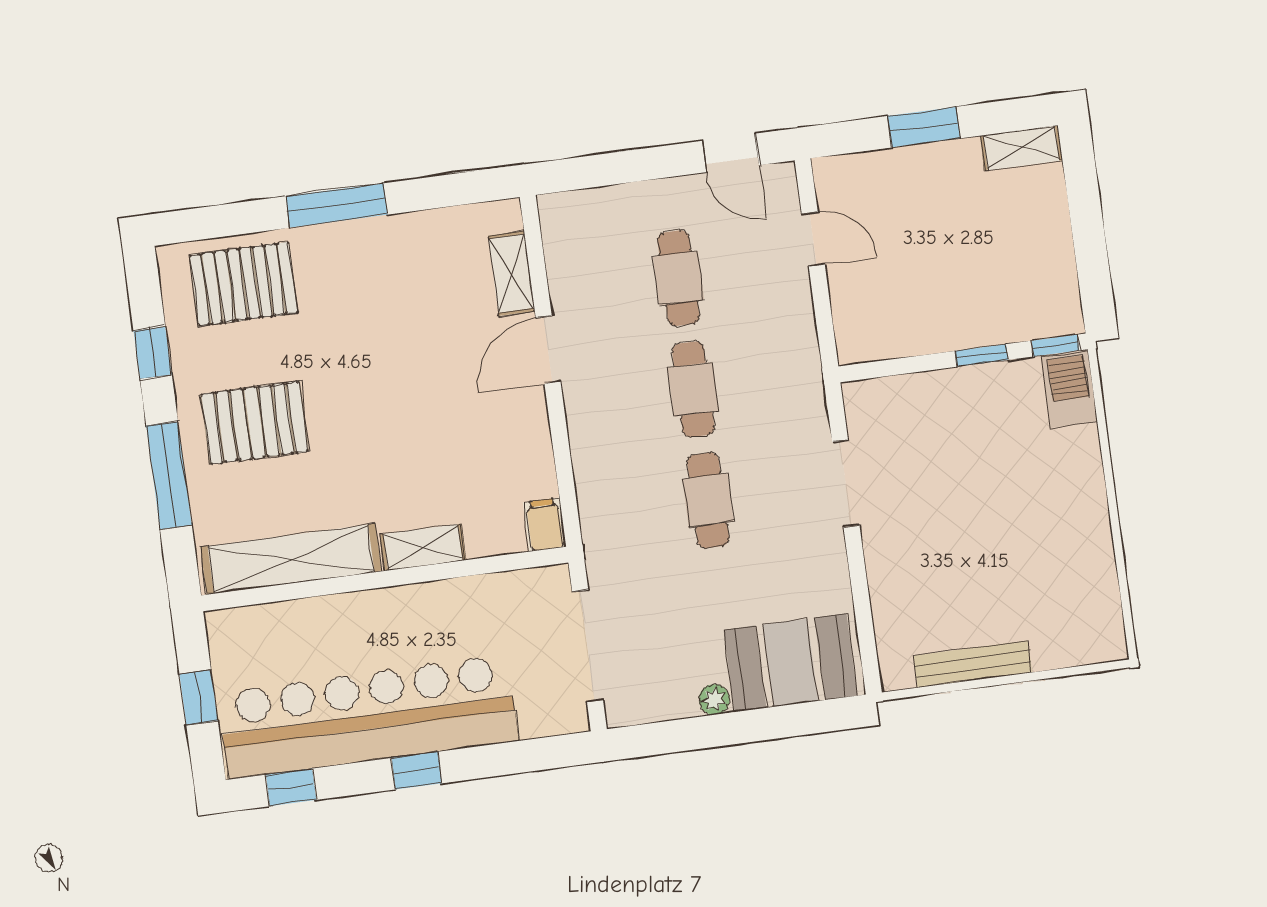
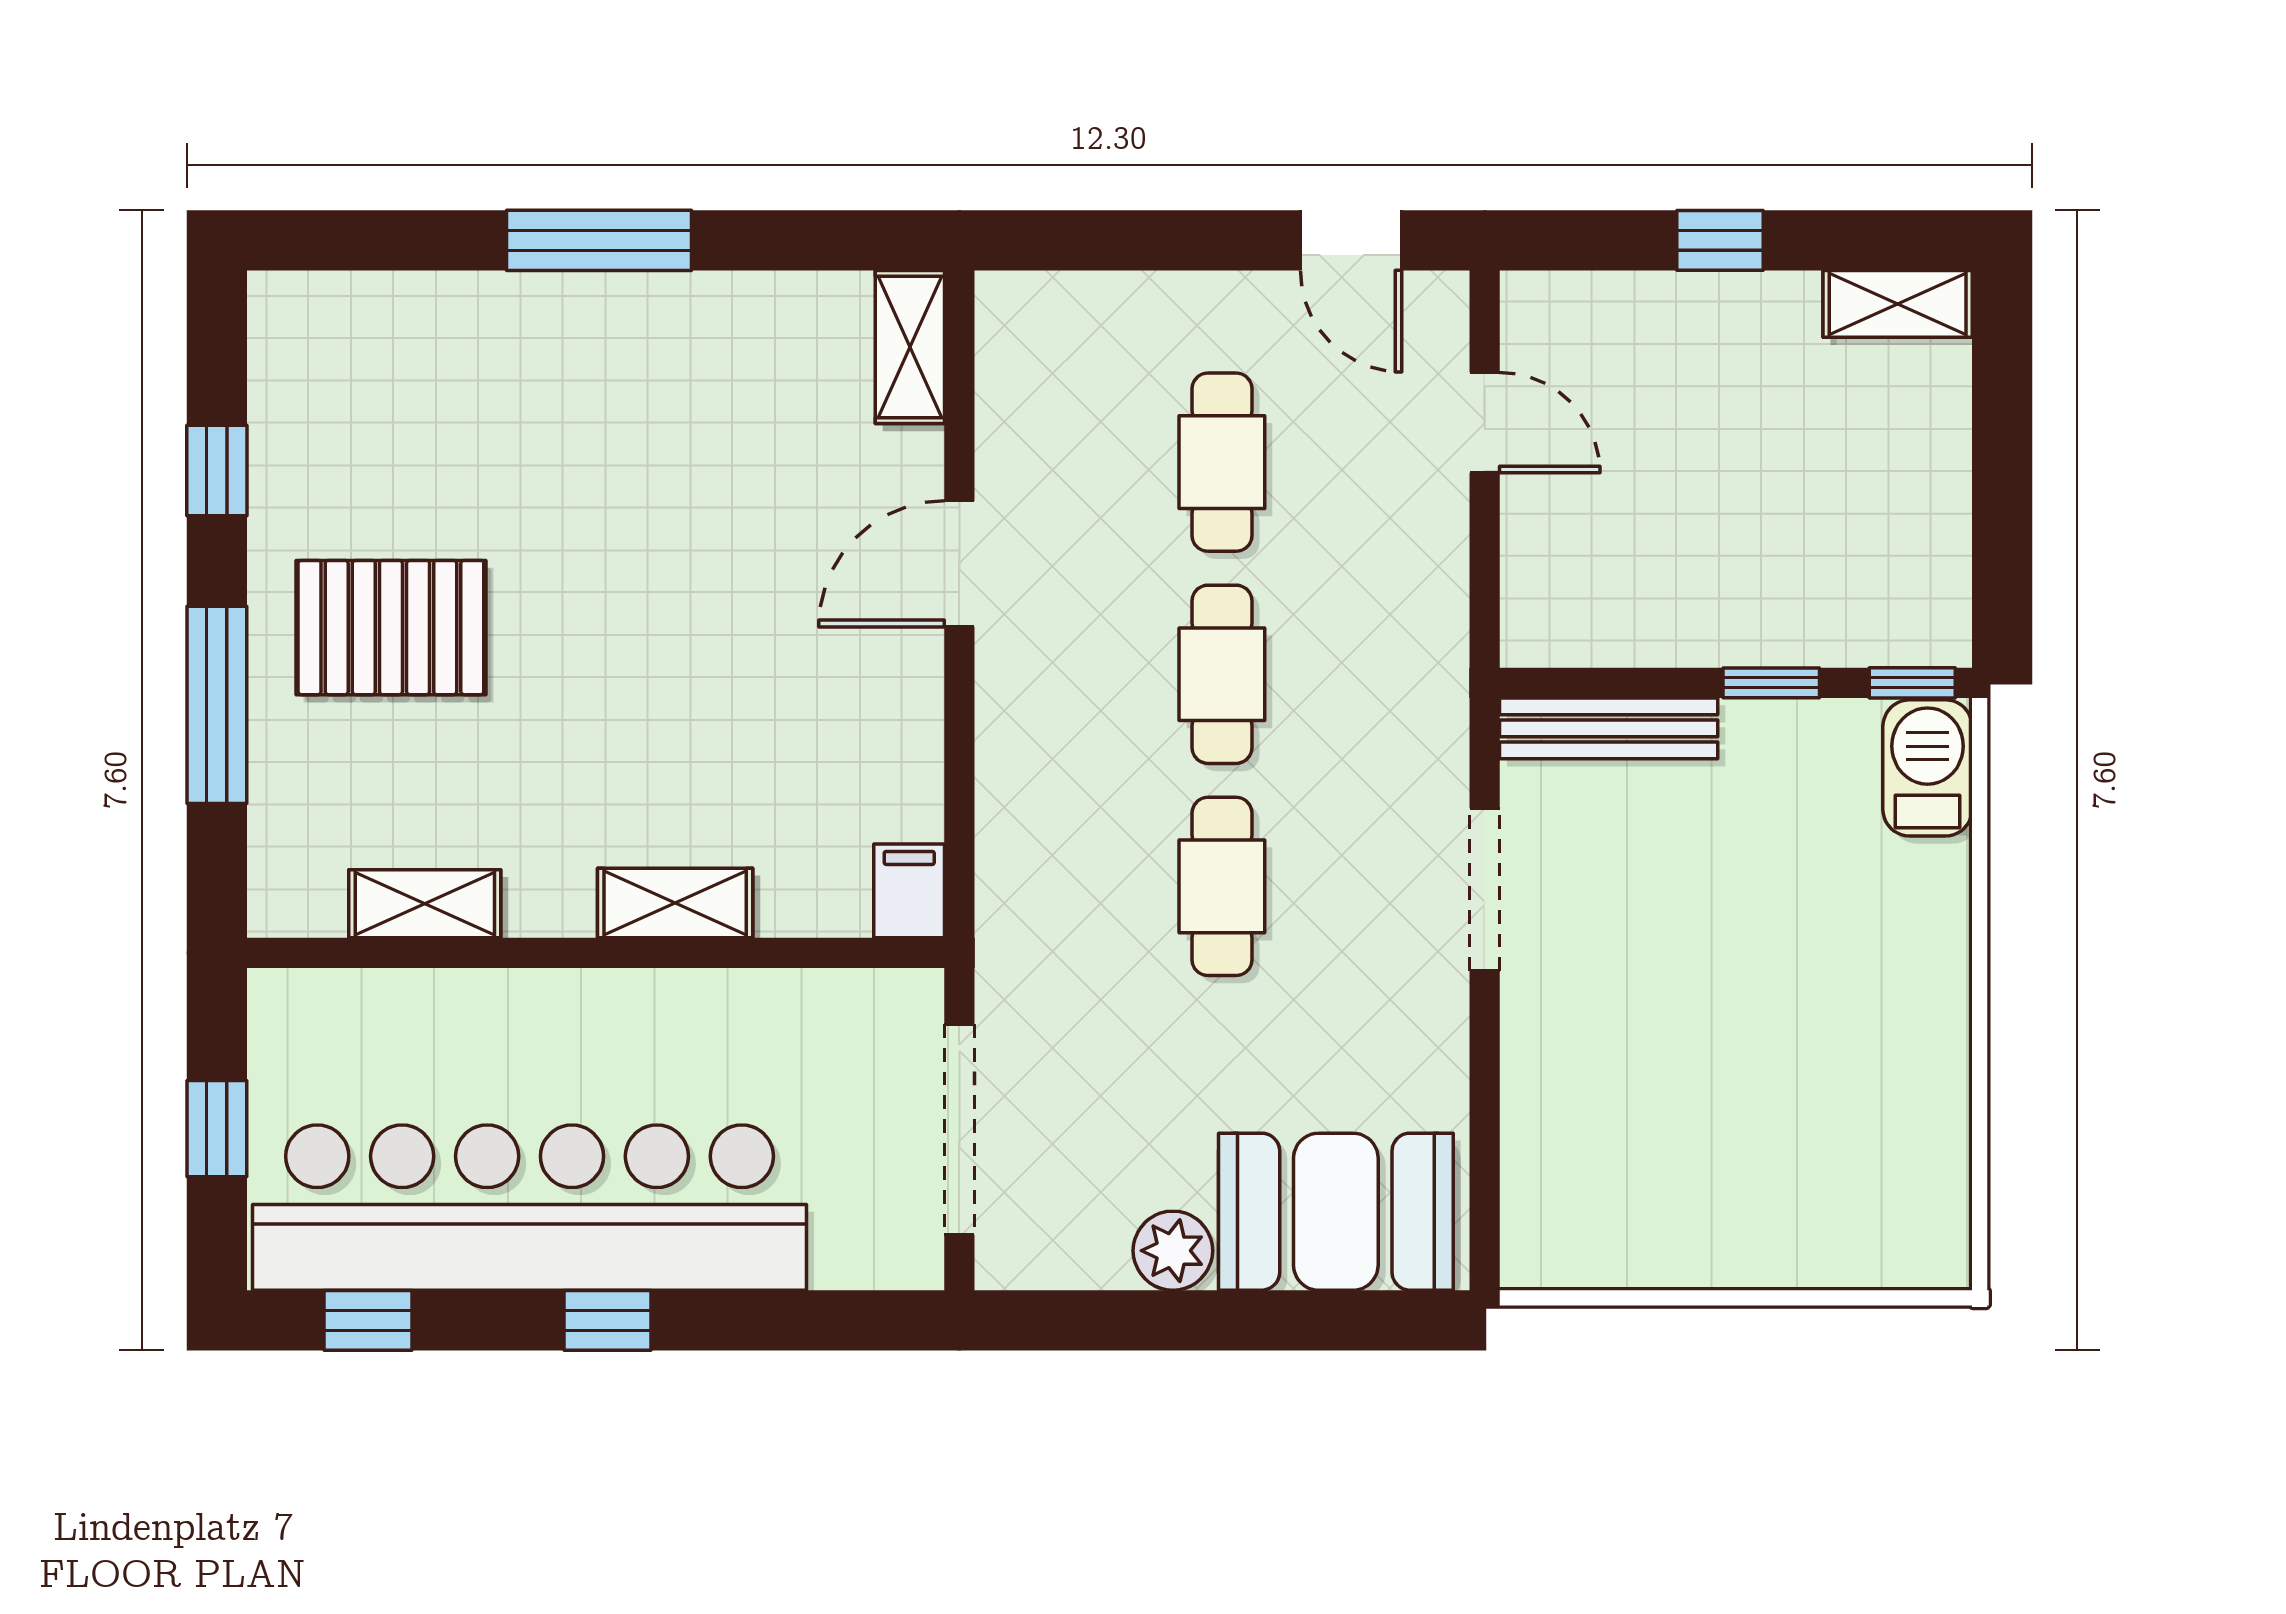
window: (924, 127) -> (1720, 240), width x0.67
shelving: (511, 273) -> (910, 347), moved
pallet: (244, 284) -> (405, 364), removed
shelving: (291, 559) -> (425, 904), width x0.45, depth x0.75
bench: (973, 664) -> (1609, 728), moved
plant: (714, 699) -> (1173, 1251), width x1.38, depth x1.38

